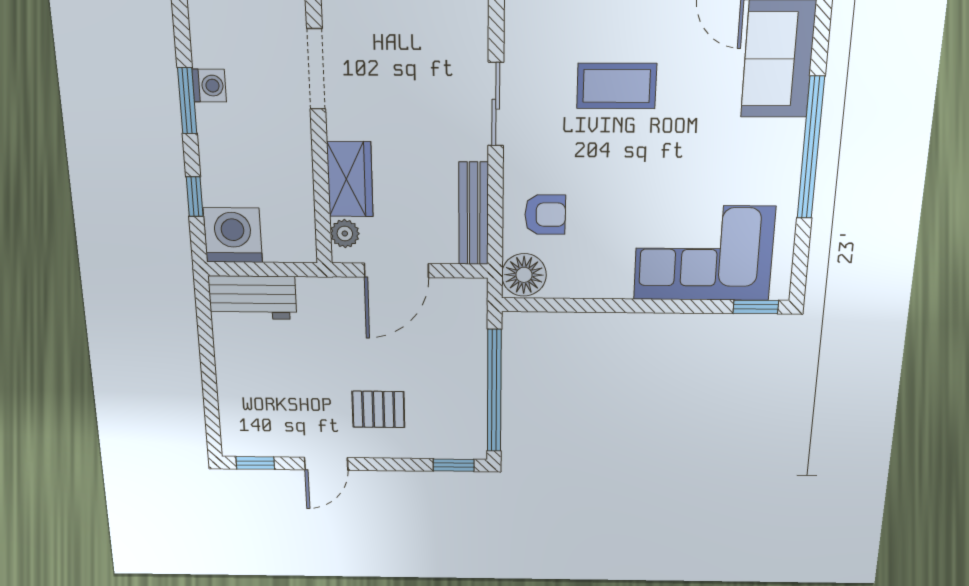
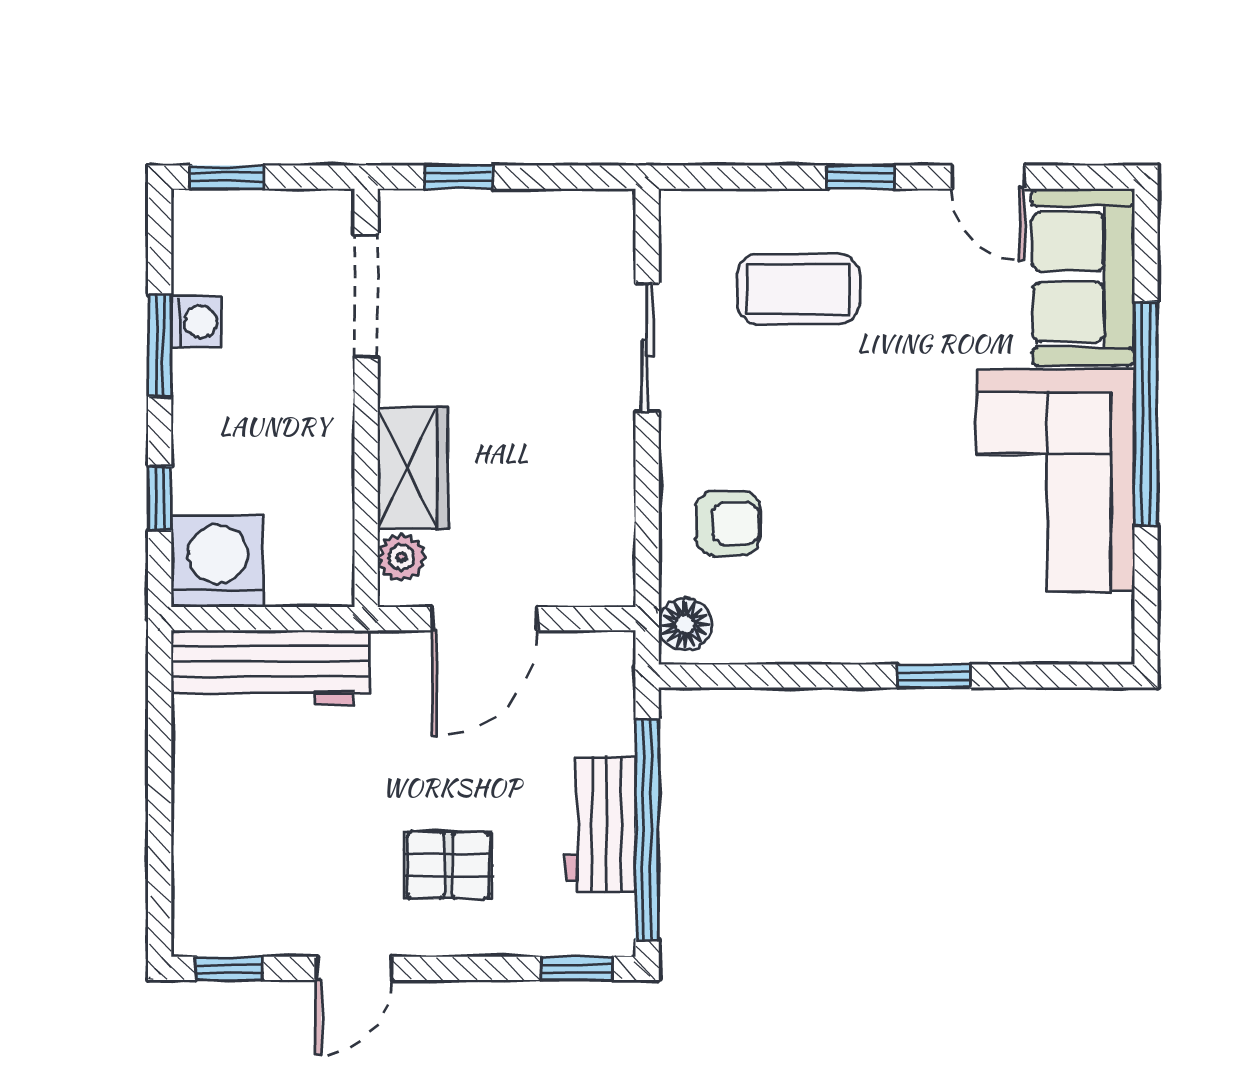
coffee table: (617, 86) -> (798, 289), moved
bench: (474, 214) -> (612, 523), removed
corner sofa: (704, 253) -> (1055, 481), moved, turned -90
floor lamp: (524, 275) -> (685, 624), width x0.73, depth x0.73
workbench: (253, 298) -> (270, 667), width x1.38
window: (756, 307) -> (934, 676), moved
workbench: (467, 388) -> (601, 825), added

